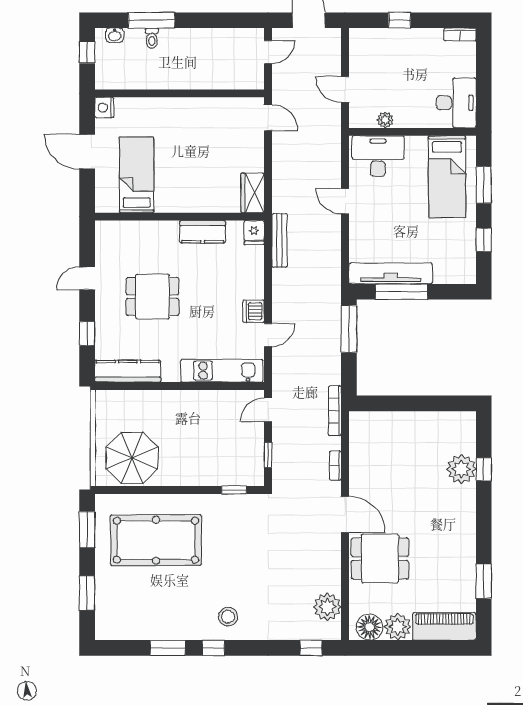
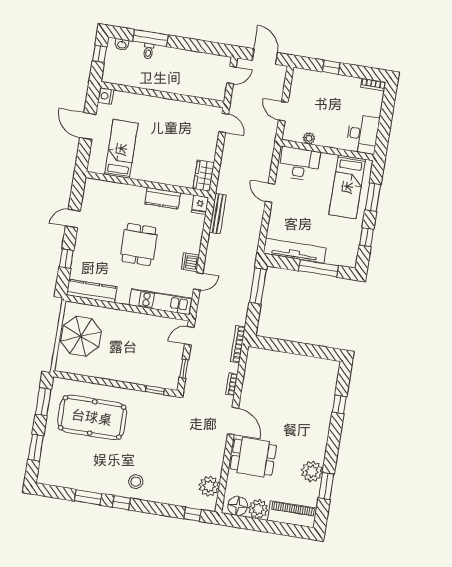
window: (402, 292) -> (318, 268), moved
dining table: (153, 297) -> (139, 244), moved, turned 90
parasol: (132, 458) -> (81, 336), moved
plant: (461, 469) -> (312, 471), moved

